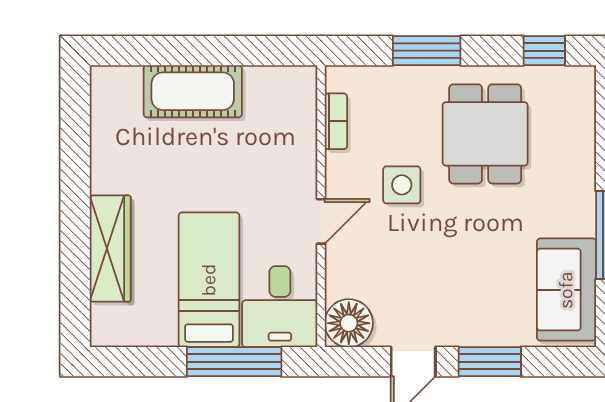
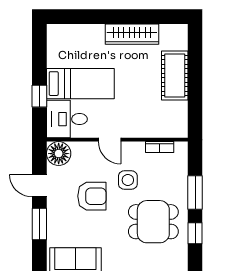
window: (544, 51) -> (195, 233), moved
wardrobe: (110, 249) -> (132, 34), moved
armchair: (434, 257) -> (92, 196), added
window: (234, 362) -> (39, 96), width x0.46

